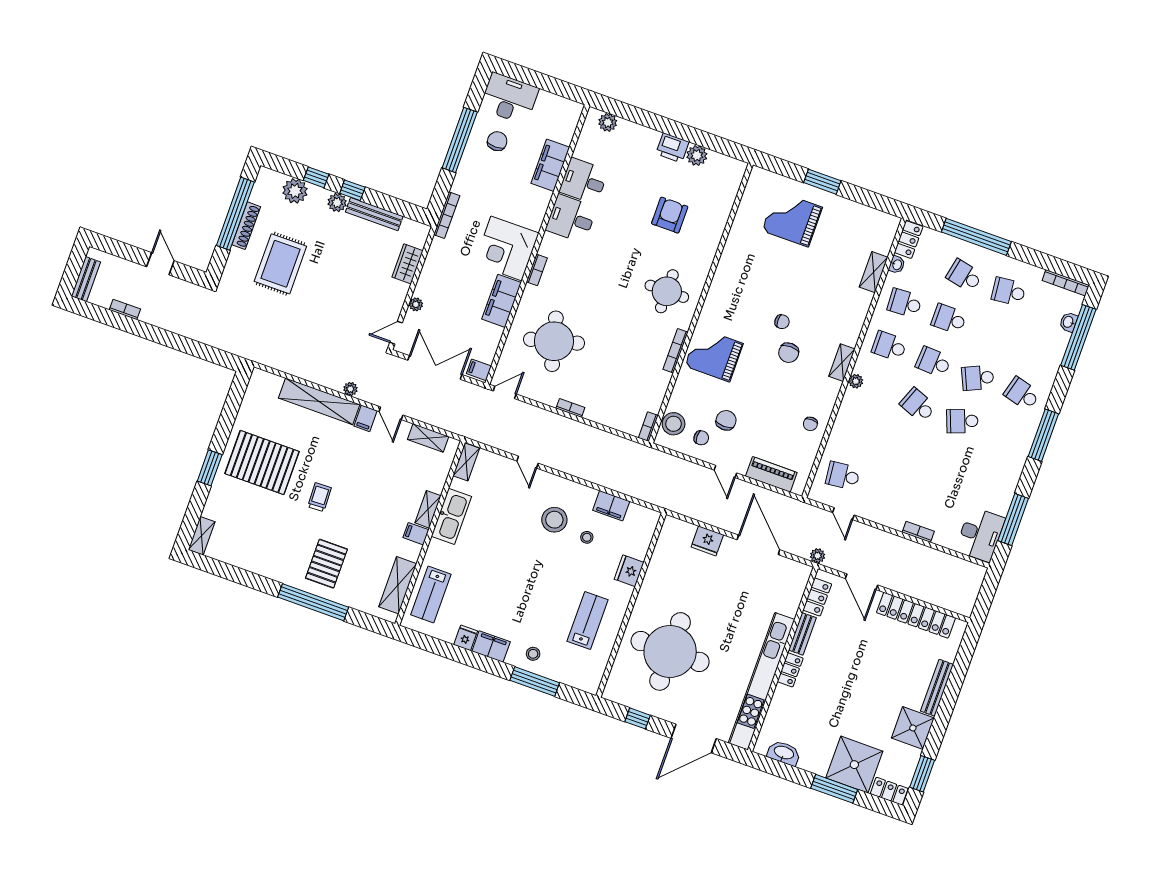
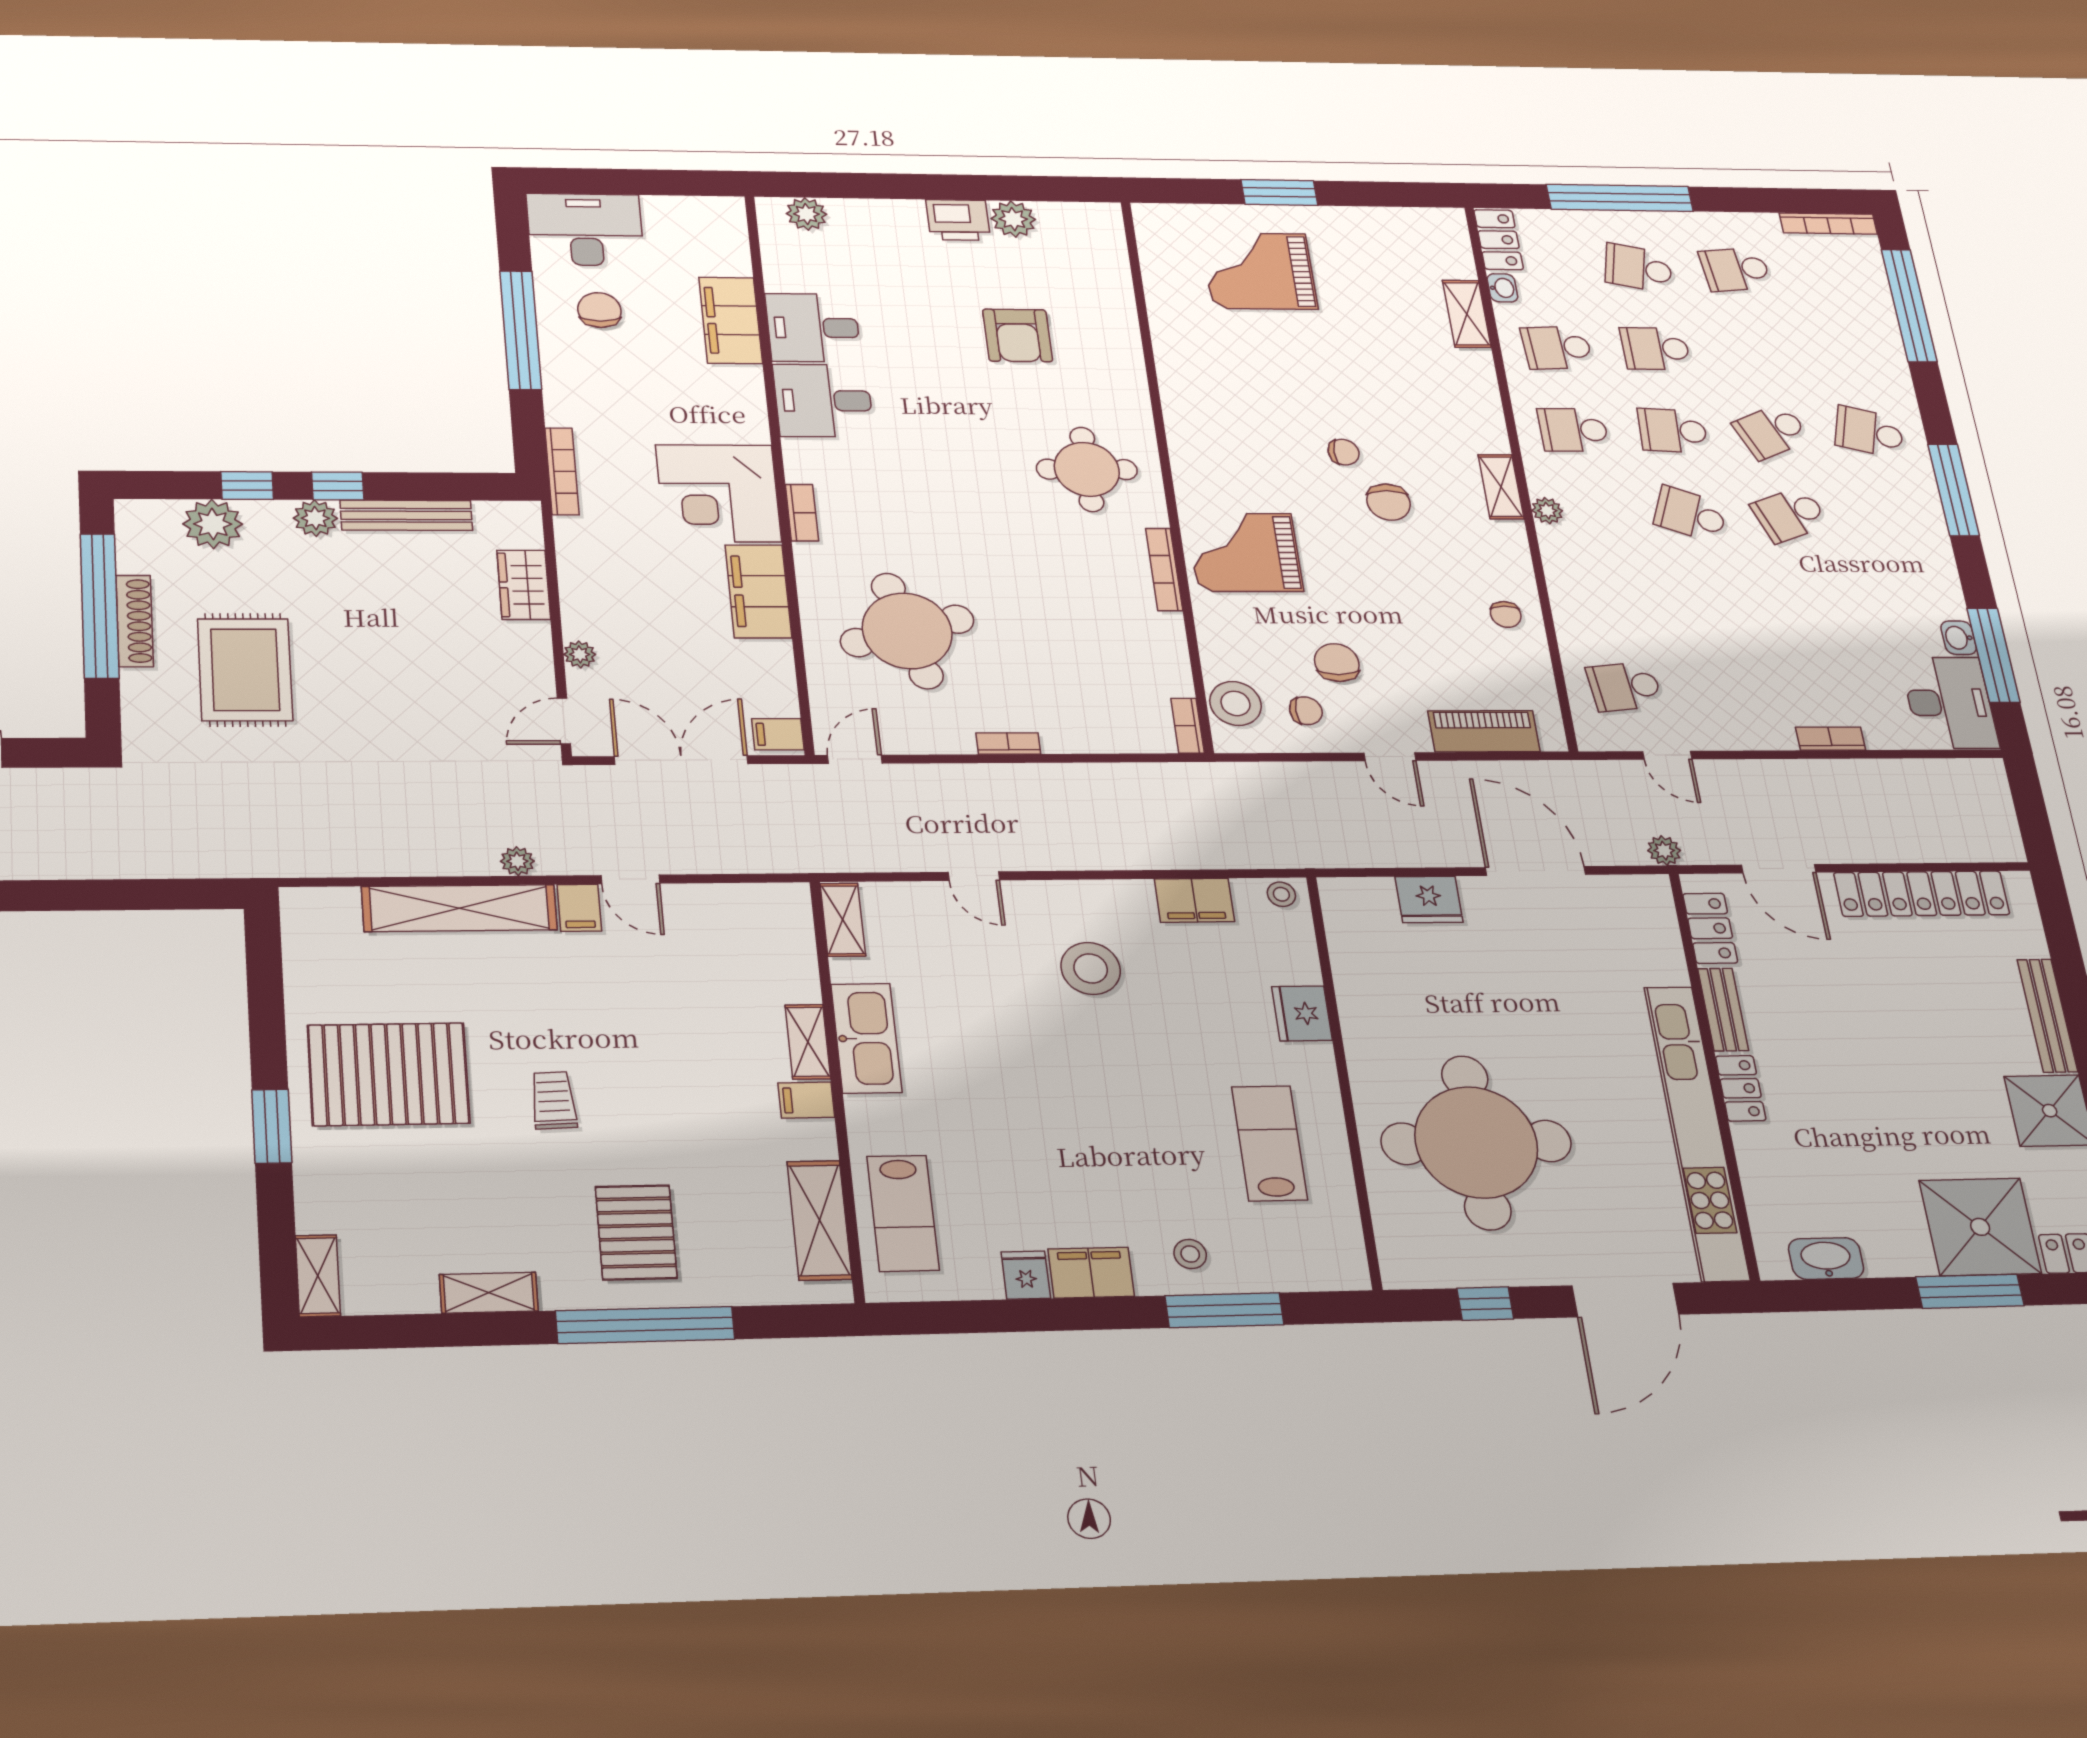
armchair: (670, 215) -> (1018, 335), turned 180
washbasin: (1068, 322) -> (1959, 638), moved
shelving: (428, 438) -> (489, 1293), moved
stool: (587, 537) -> (1281, 894), moved

